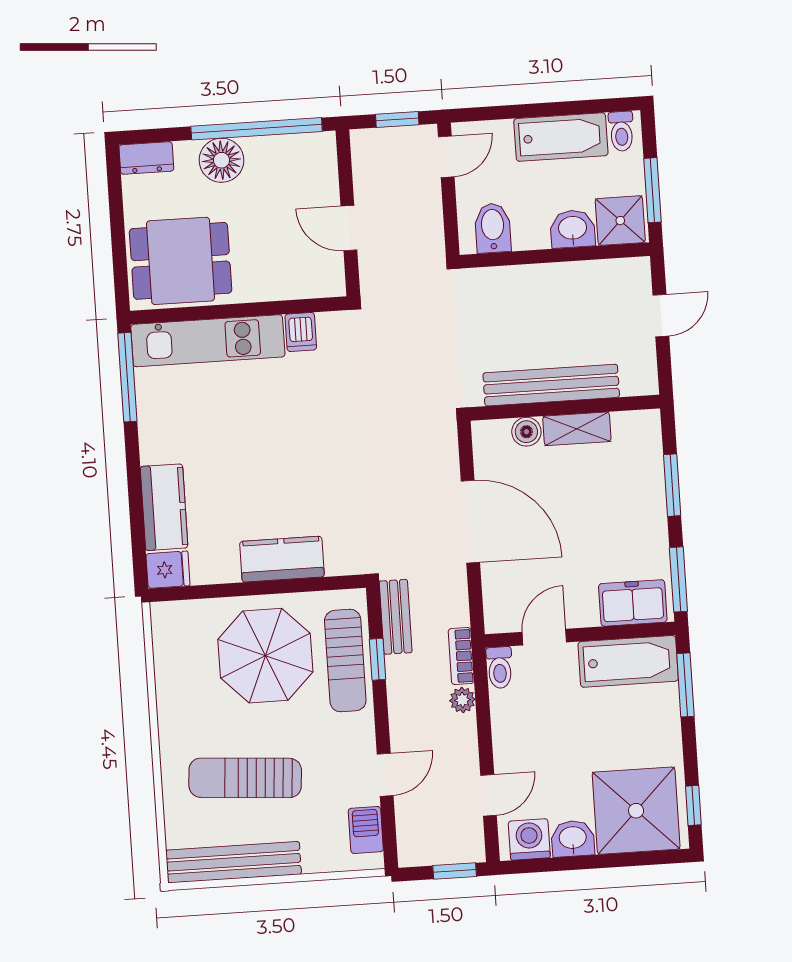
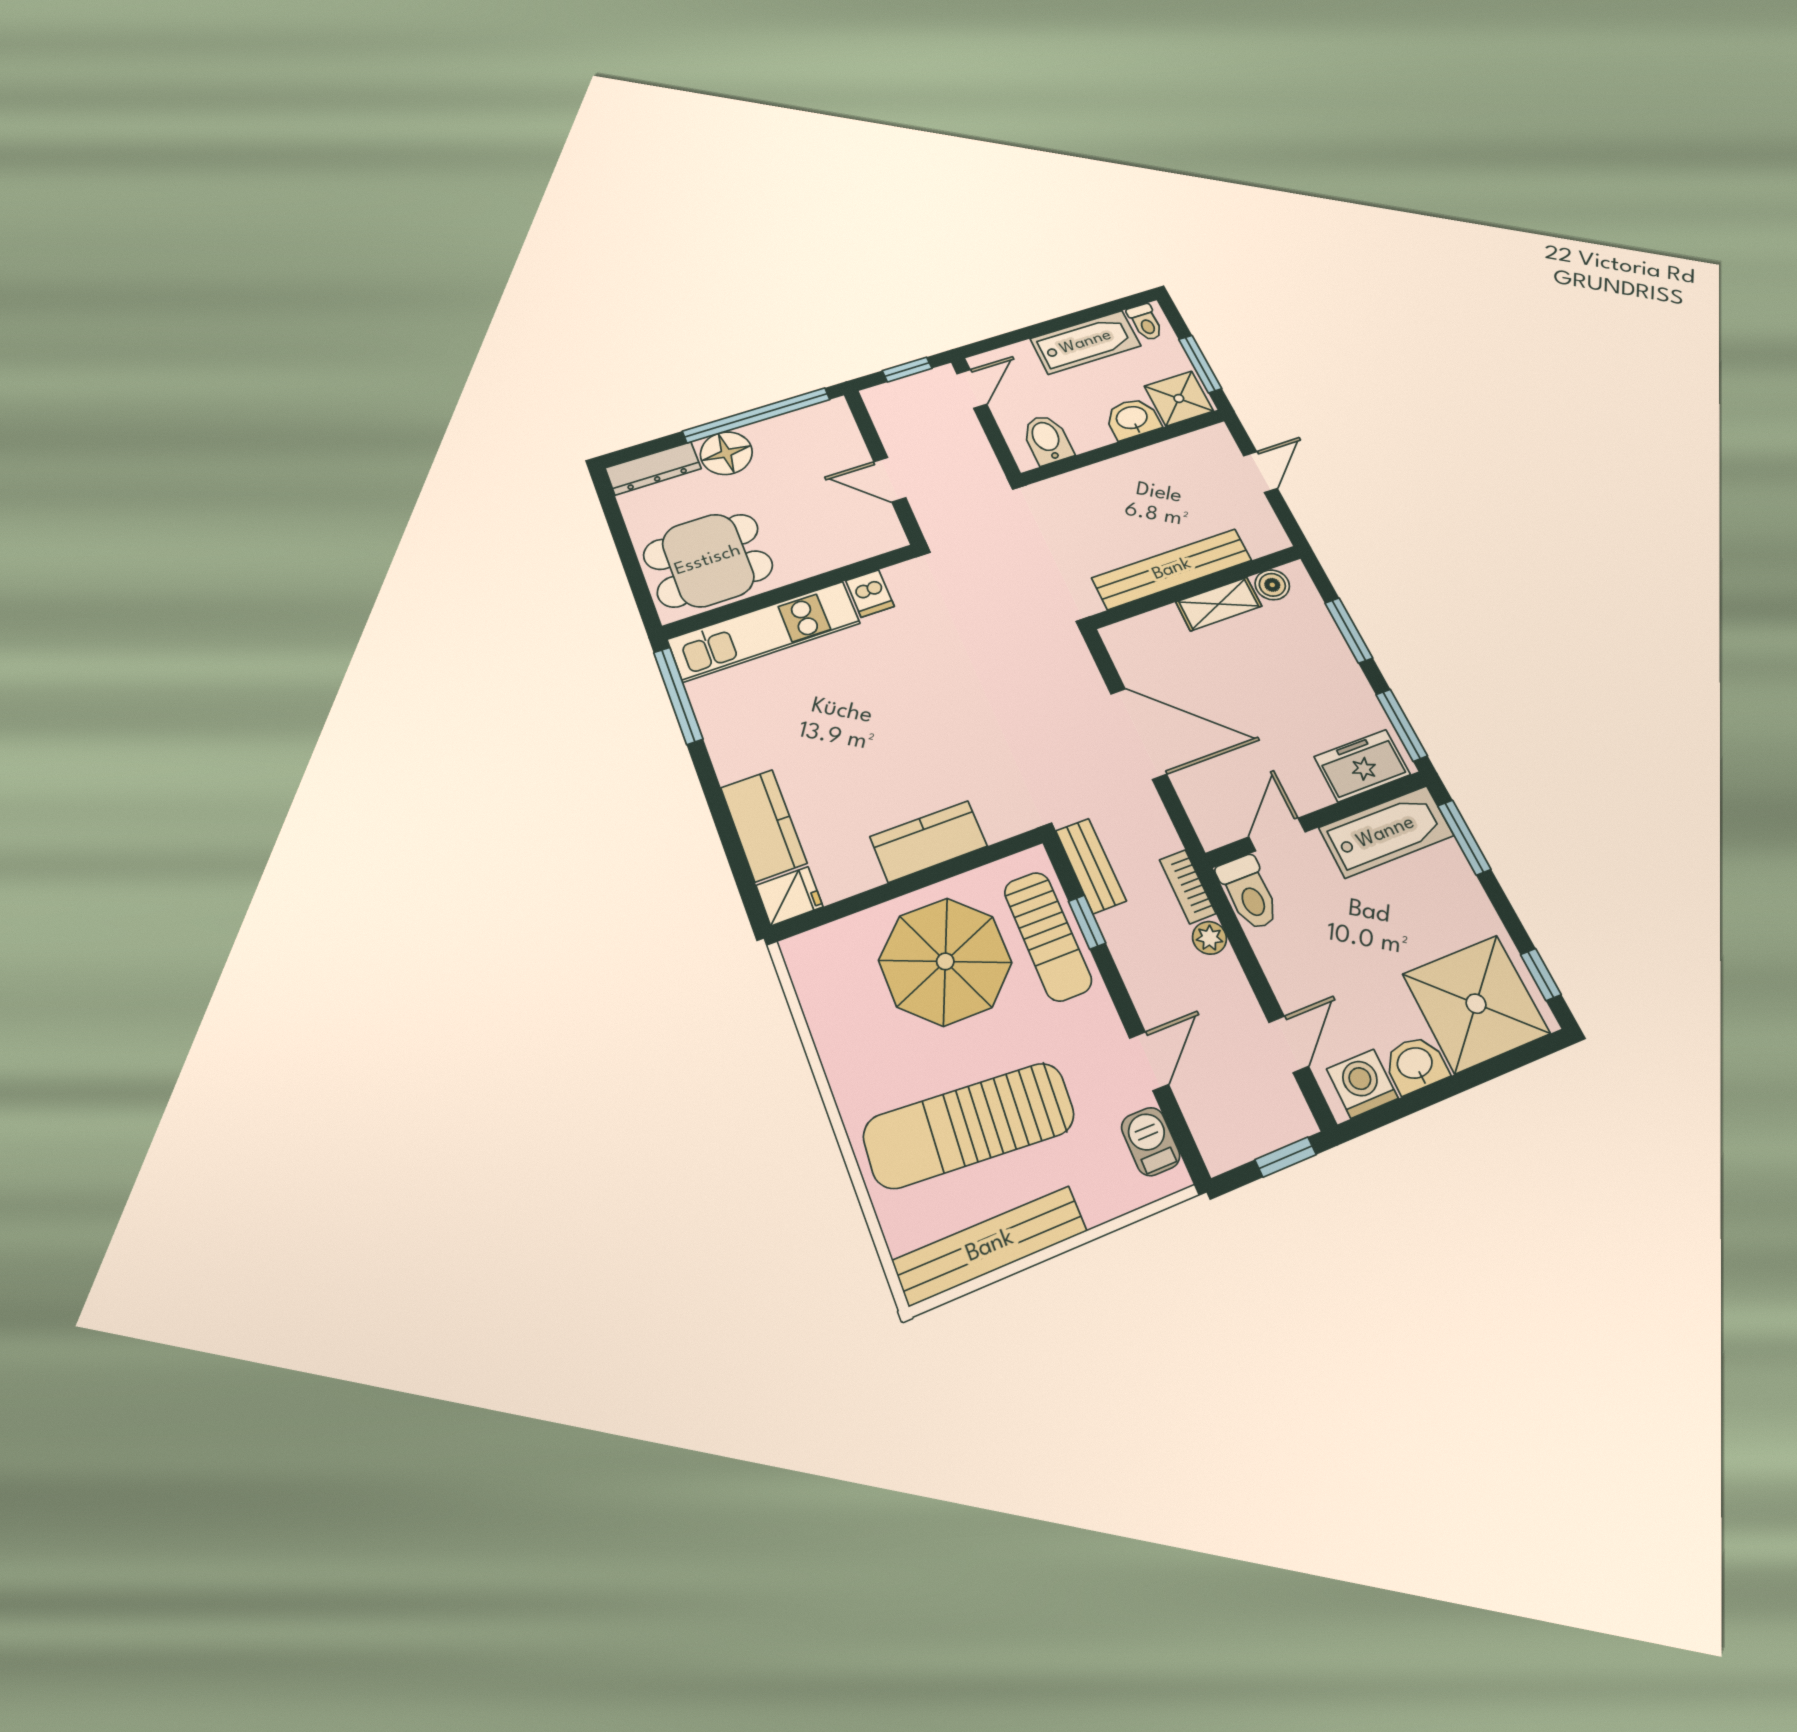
dresser: (146, 158) -> (653, 468), width x1.44
boiler: (526, 432) -> (1272, 585), moved
toilet: (500, 668) -> (1249, 893), width x1.37, depth x1.39
sun lounger: (245, 778) -> (969, 1125), width x1.36, depth x1.34

